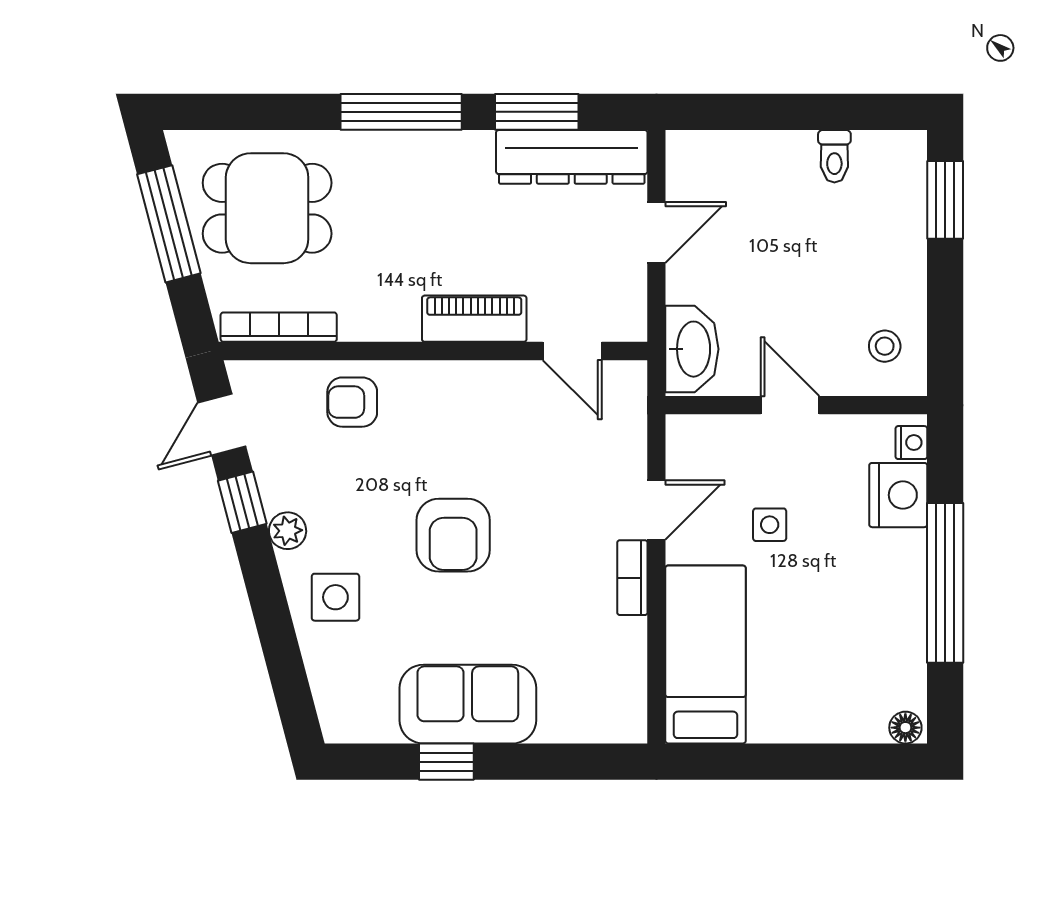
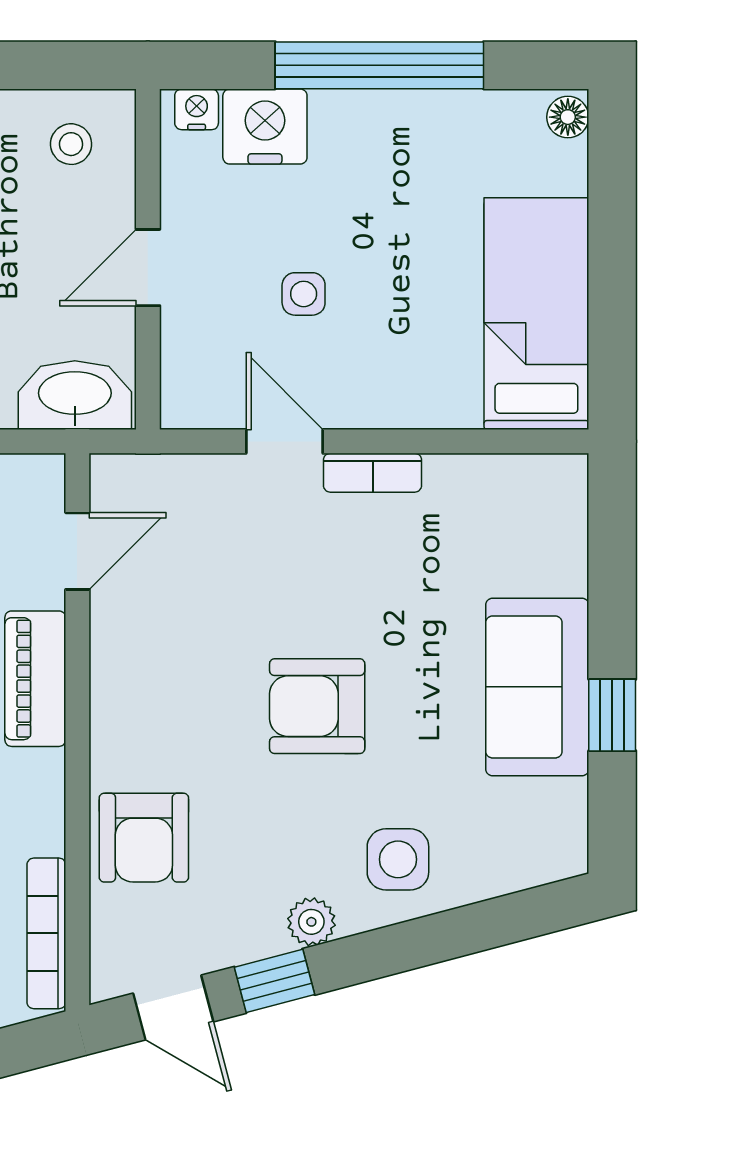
armchair: (352, 402) -> (144, 838), width x1.38, depth x1.38
armchair: (453, 535) -> (317, 706), turned 180
bed: (706, 654) -> (536, 314), moved, turned 90

